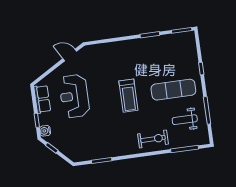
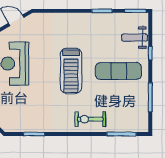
treadmill: (128, 96) -> (71, 71), width x1.37, depth x1.38
weight bench: (185, 120) -> (135, 38), moved
exercise bike: (153, 139) -> (90, 119), turned 180

